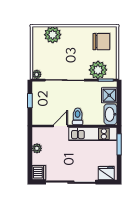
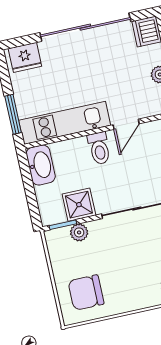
plant: (98, 70) -> (79, 232), width x0.53, depth x0.53
shower: (109, 95) -> (79, 205), moved

